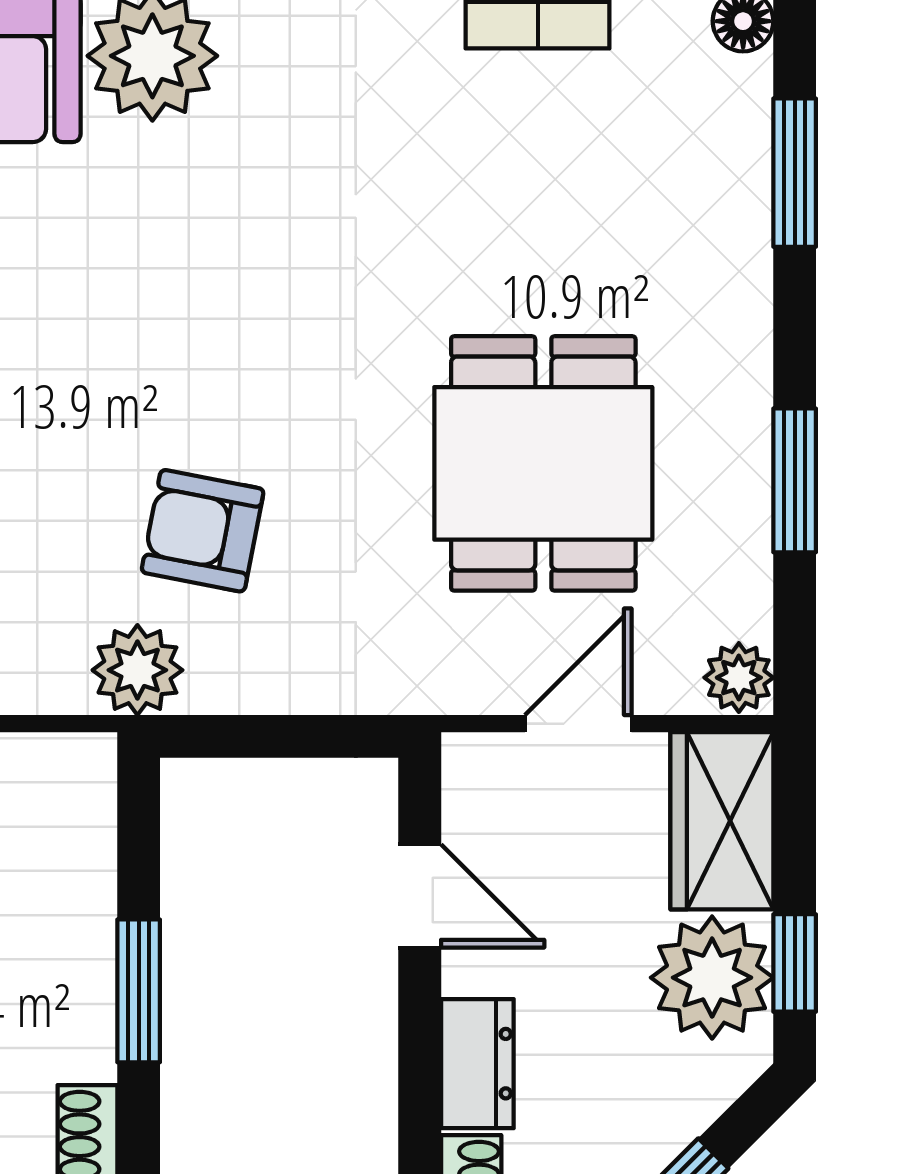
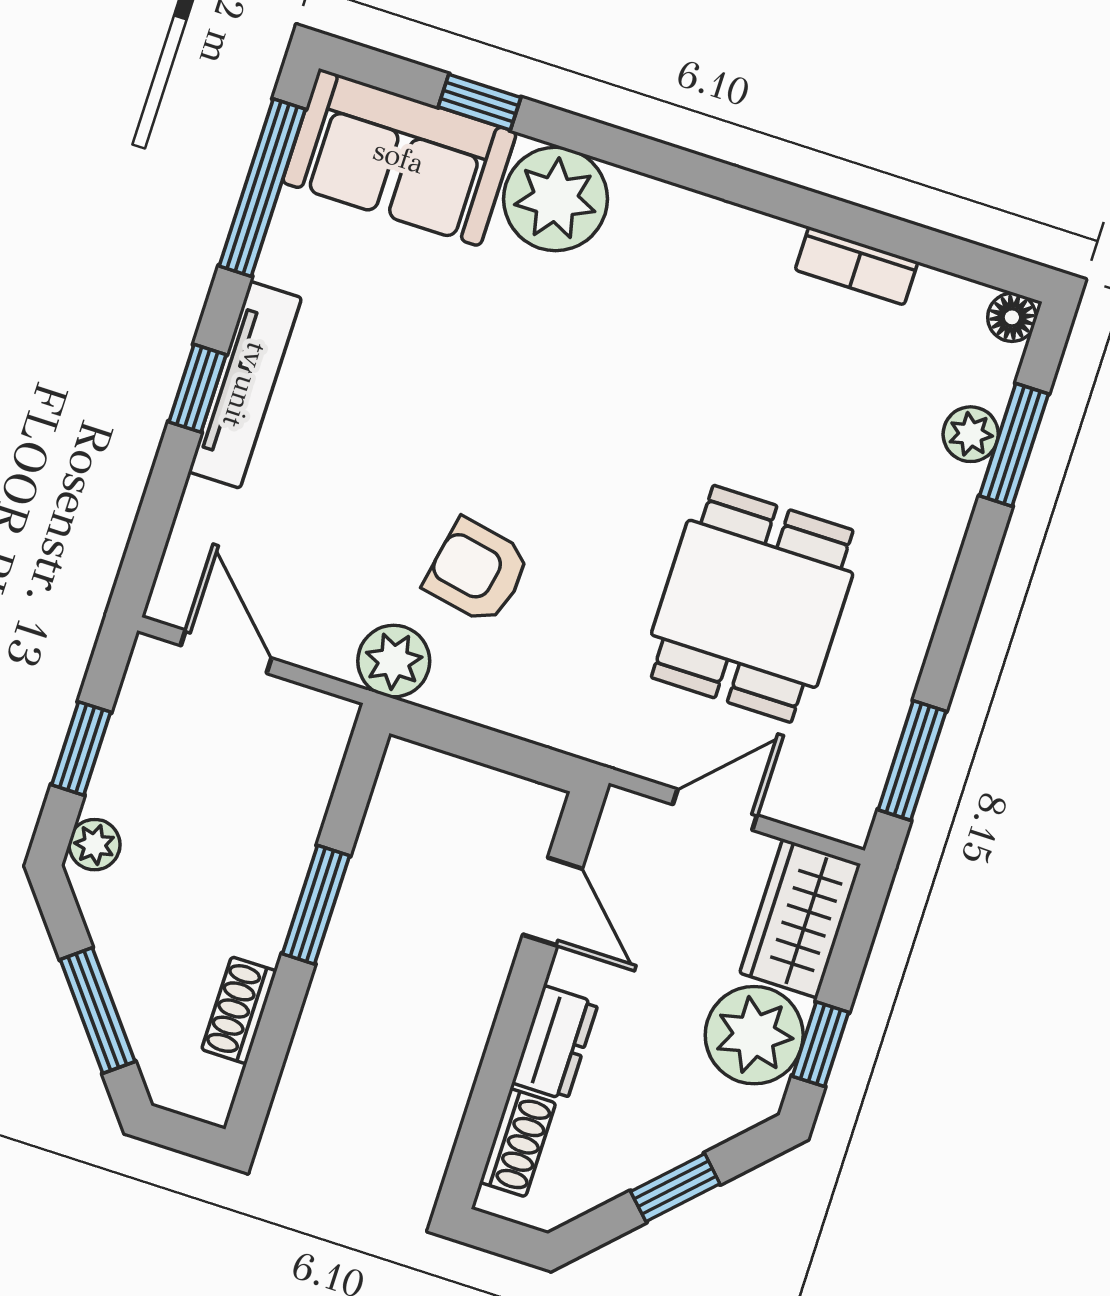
window: (795, 480) -> (912, 761), moved
plant: (739, 678) -> (971, 434), moved

